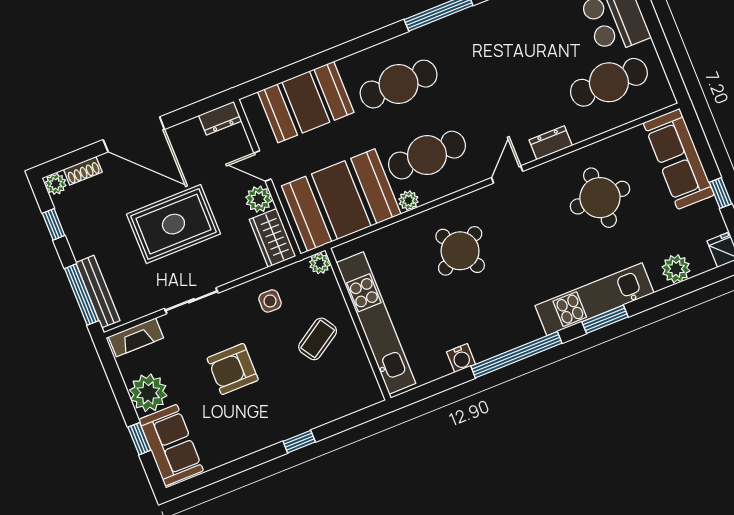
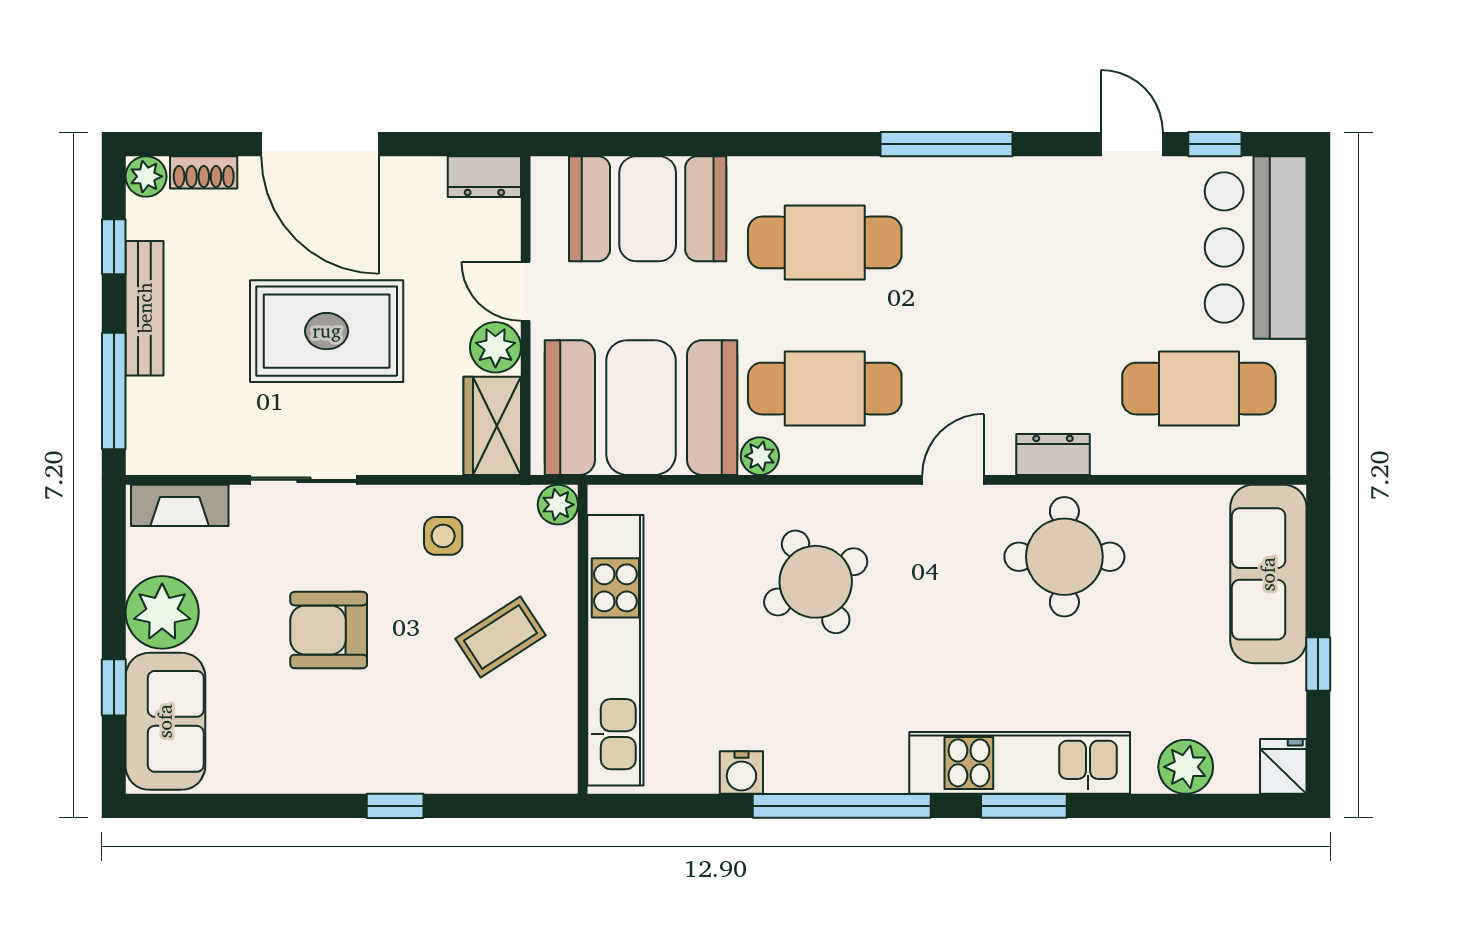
round table: (600, 198) -> (1064, 557), moved
bench: (98, 292) -> (145, 308), moved

